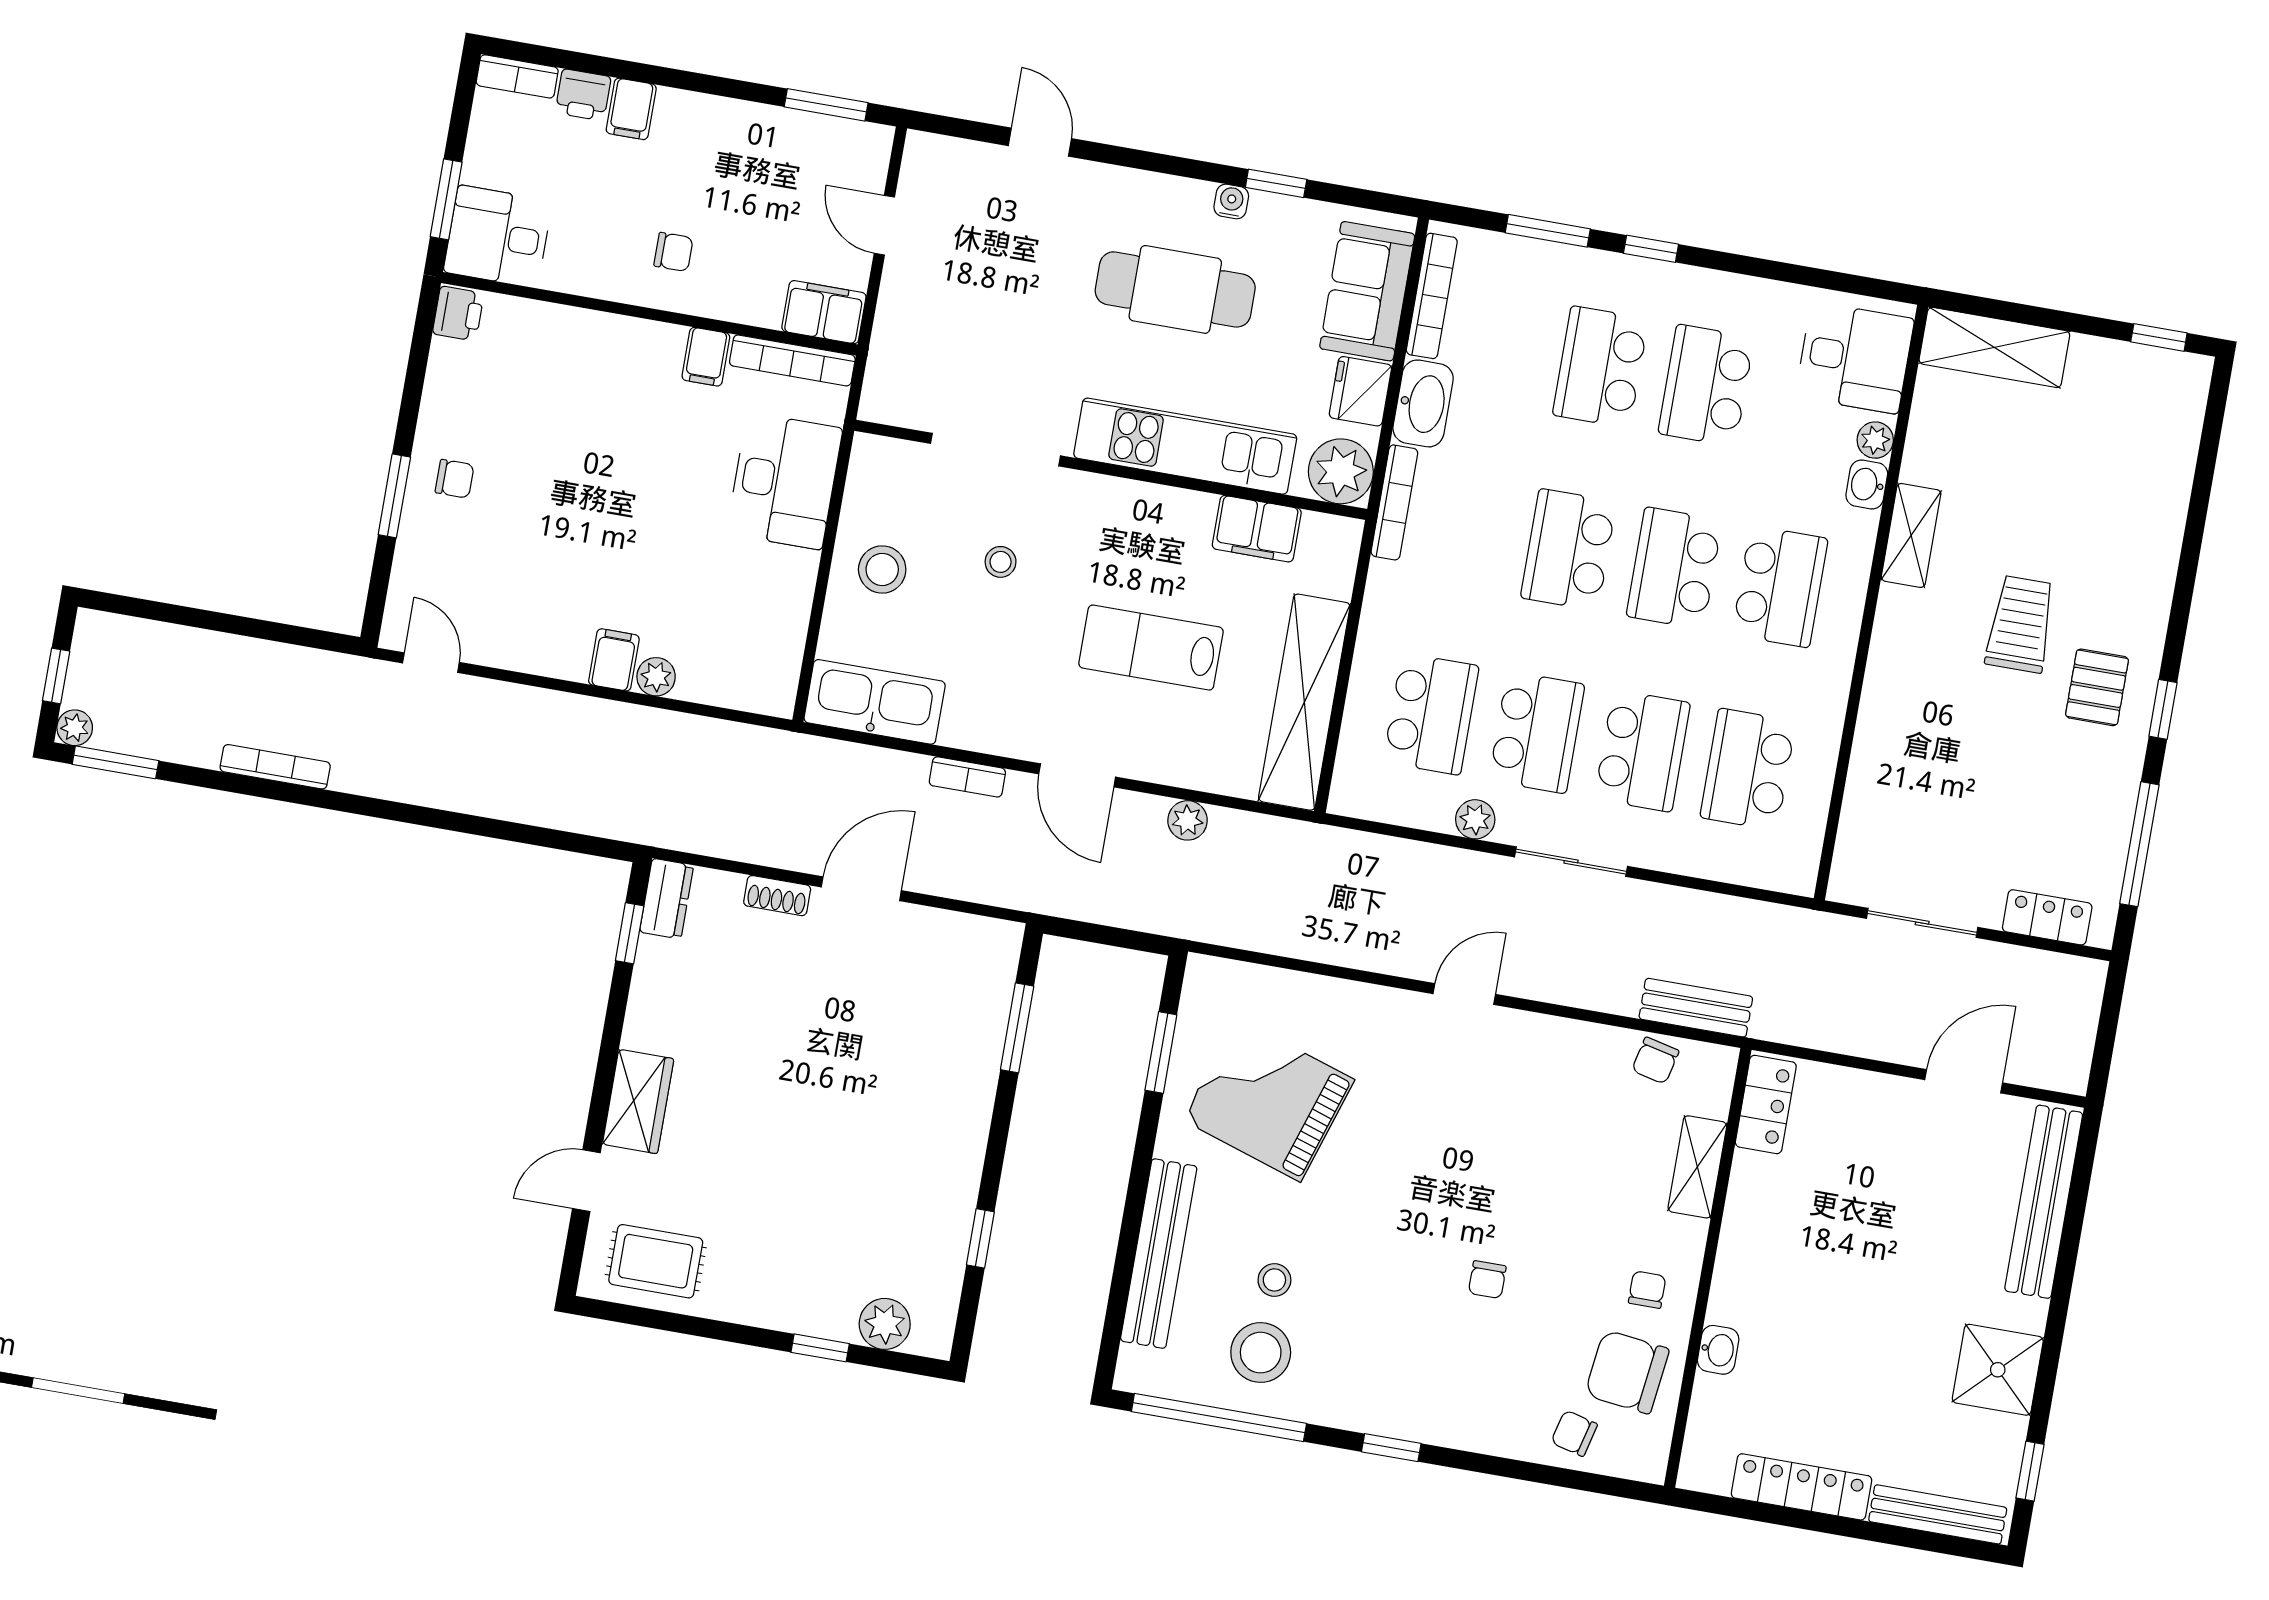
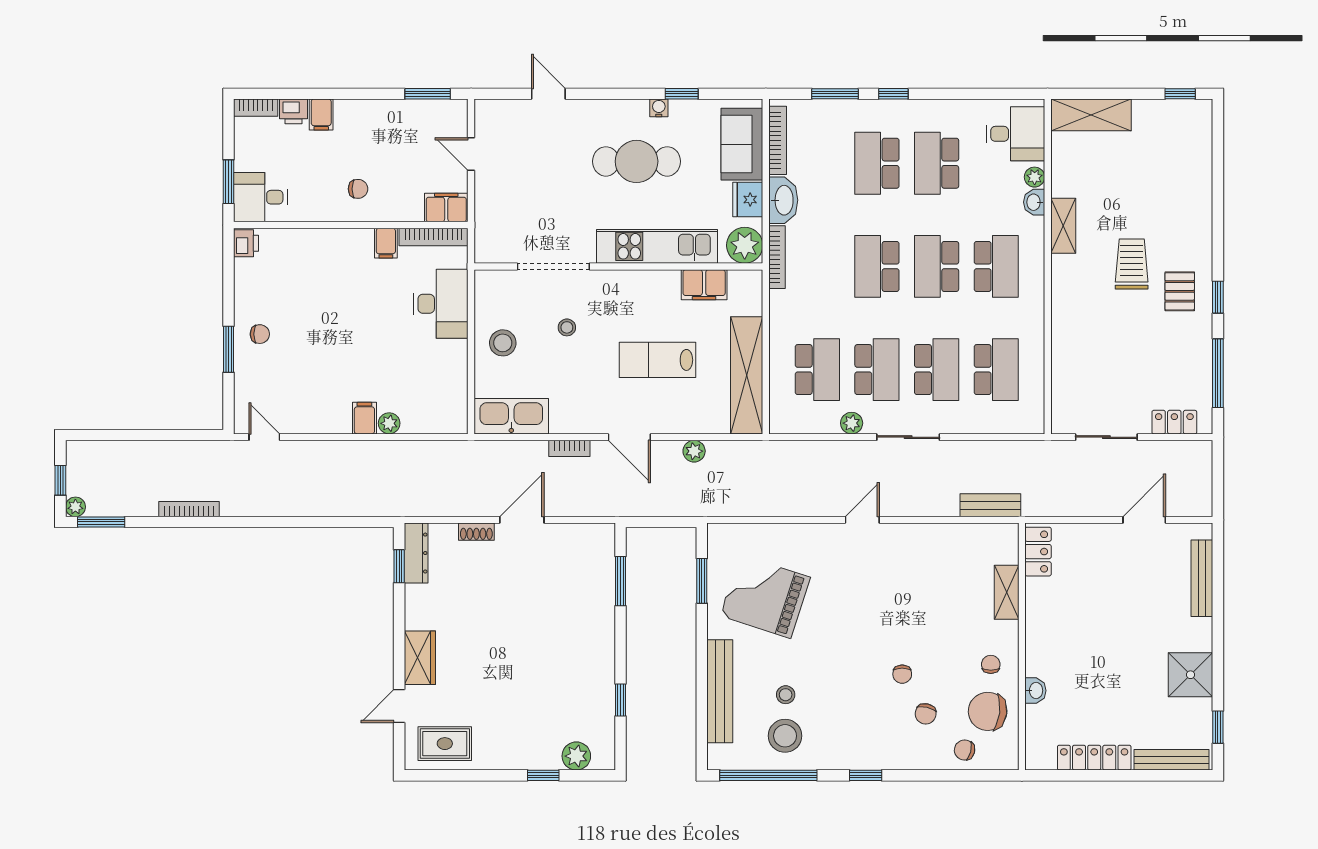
school desk: (1748, 769) -> (996, 370), turned 180
dresser: (667, 899) -> (416, 553), width x1.44
chair: (1655, 1061) -> (926, 714), moved
bench: (2044, 1202) -> (1202, 578), width x0.73, depth x0.82

